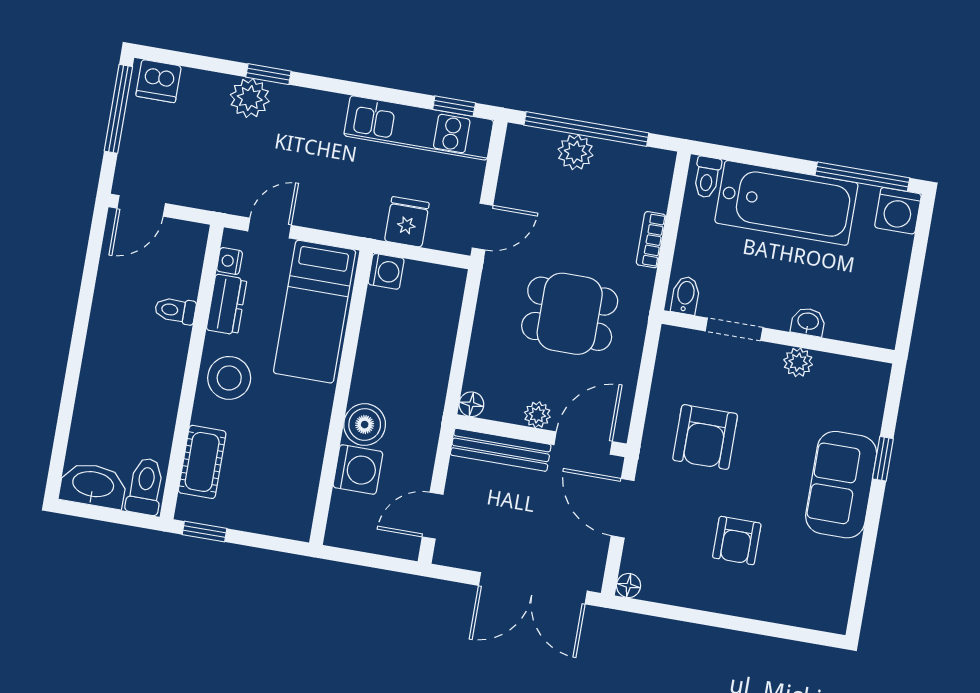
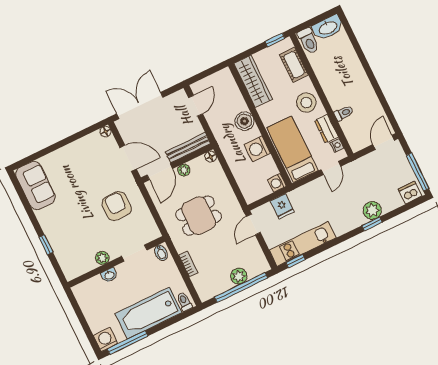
washing machine: (358, 470) -> (257, 149), moved
wardrobe: (298, 485) -> (253, 81), added
sofa: (841, 485) -> (35, 186), moved
armchair: (737, 541) -> (78, 176), removed

